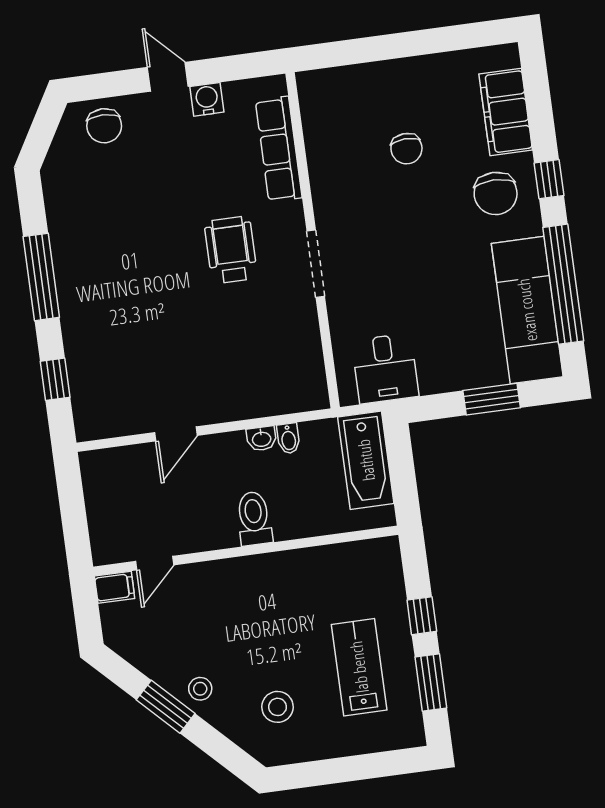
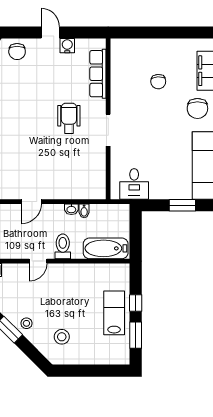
bathtub: (366, 460) -> (106, 248), moved, turned 90
door: (155, 563) -> (38, 261), moved
lab bench: (359, 667) -> (114, 313), moved

